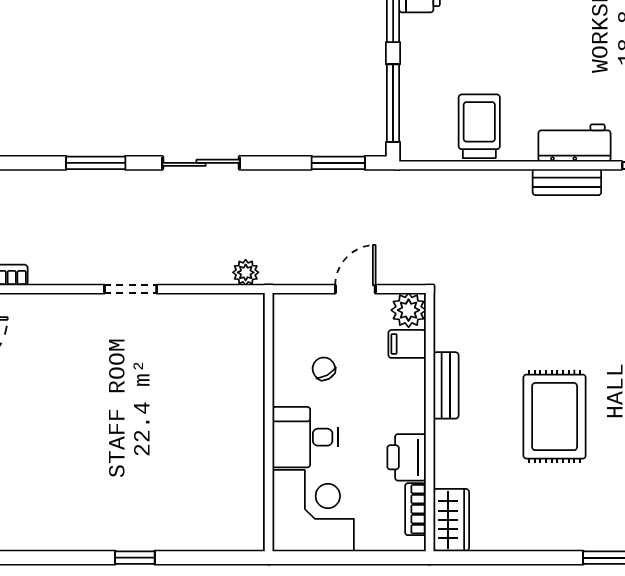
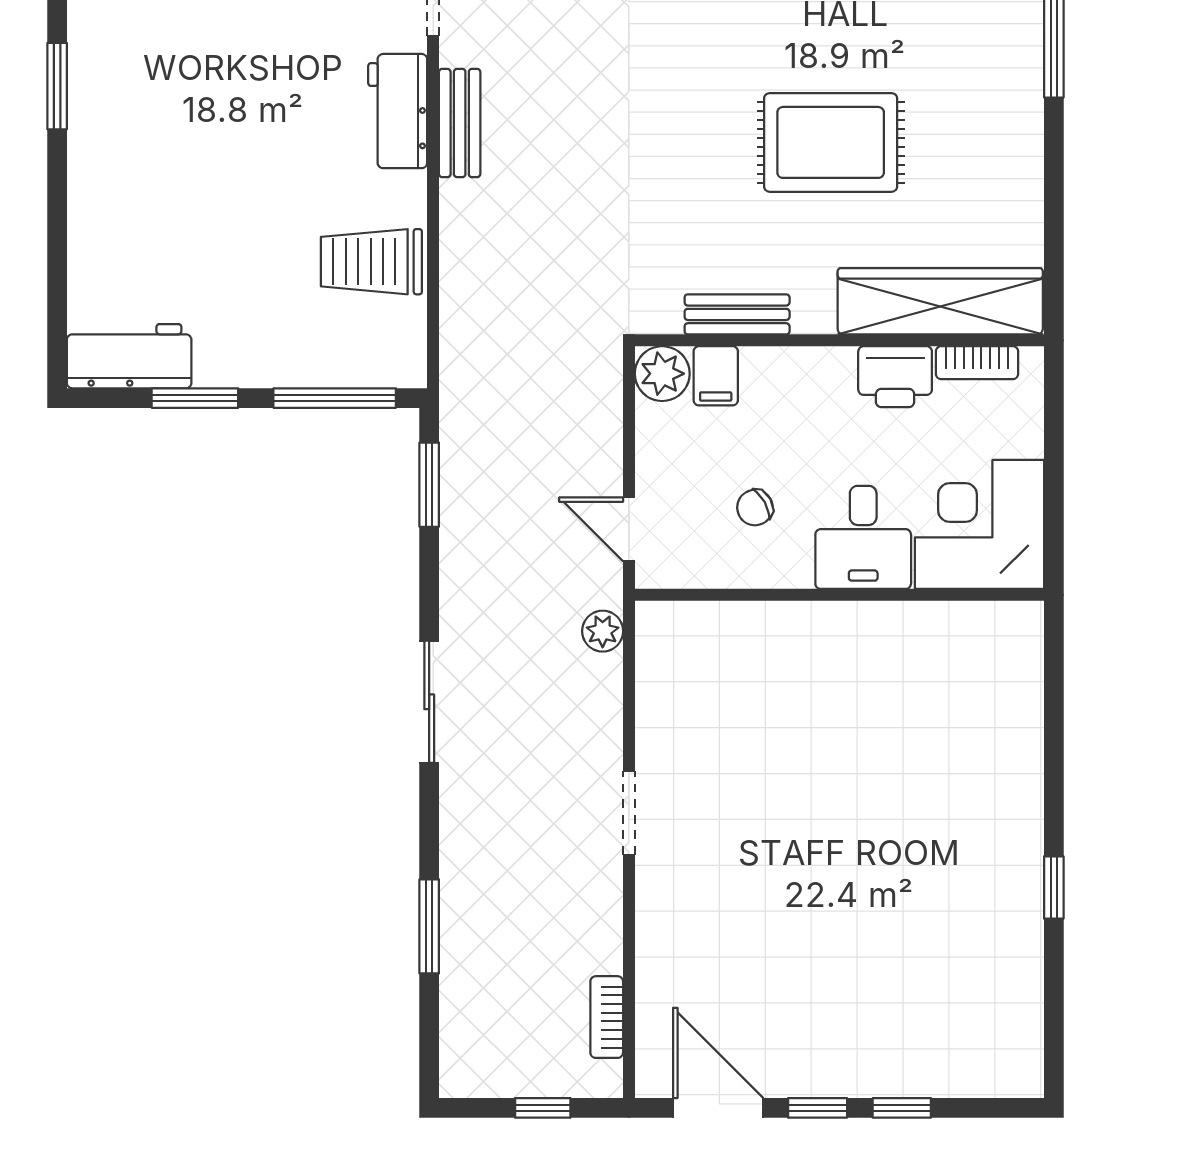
window: (96, 163) -> (429, 926), moved
door: (355, 289) -> (629, 529), moved
bench: (446, 385) -> (737, 314), moved
wardrobe: (451, 520) -> (940, 301), width x2.10, depth x1.17
window: (135, 558) -> (1054, 888), moved

